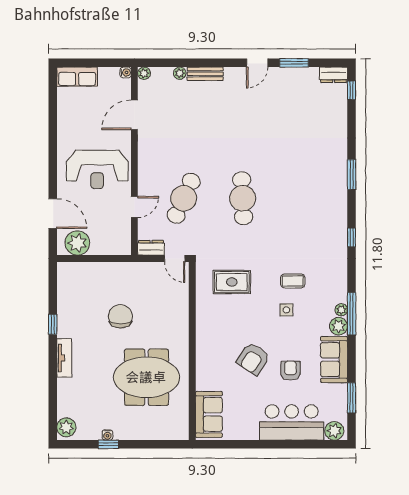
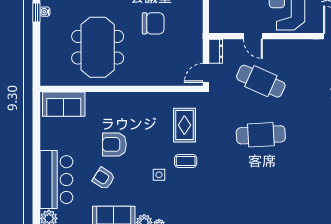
coffee table: (293, 281) -> (186, 161), moved, turned 90
armchair: (253, 359) -> (114, 144), turned -33
armchair: (290, 371) -> (104, 179), turned -147

